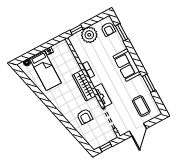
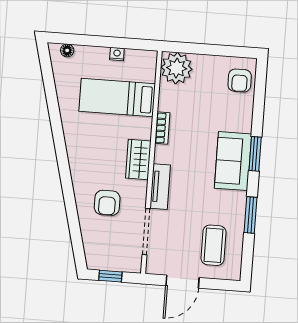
window: (77, 30) -> (186, 48), removed
window: (122, 32) -> (255, 154), moved
plant: (89, 35) -> (177, 68), moved
bed: (45, 70) -> (117, 98), moved, turned 90
wardrobe: (84, 85) -> (138, 159), width x0.67

